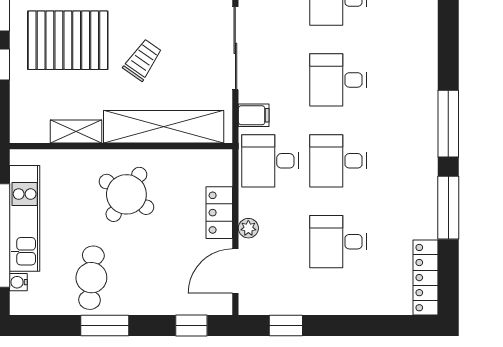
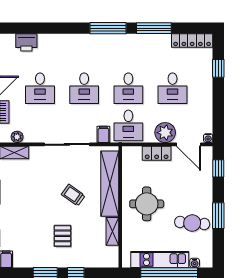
pallet: (68, 40) -> (62, 236), width x0.49, depth x0.50
round table: (126, 194) -> (147, 204), turned -33
plant: (248, 228) -> (165, 133), width x1.88, depth x1.88
water cooler: (247, 307) -> (208, 138), added
window: (286, 326) -> (218, 68), moved

